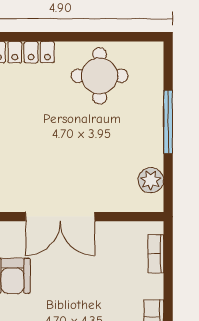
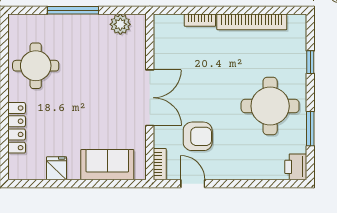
bookcase: (156, 254) -> (200, 20), moved

